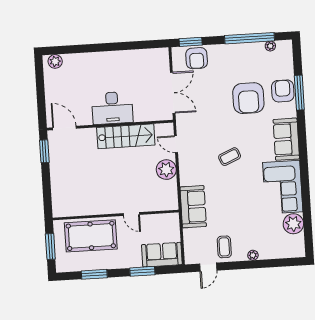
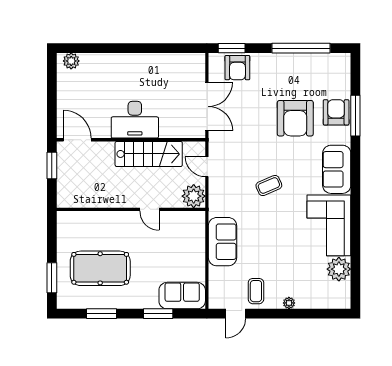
plant: (270, 46) -> (325, 59), removed
door: (131, 214) -> (149, 209), moved
wall: (116, 215) -> (131, 209), moved

